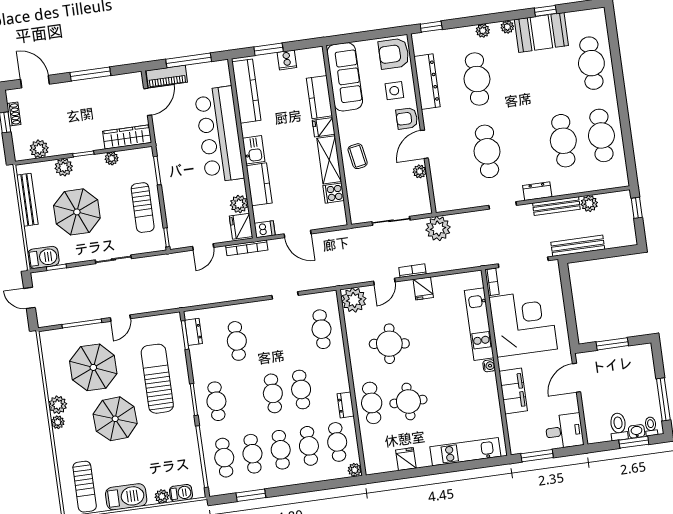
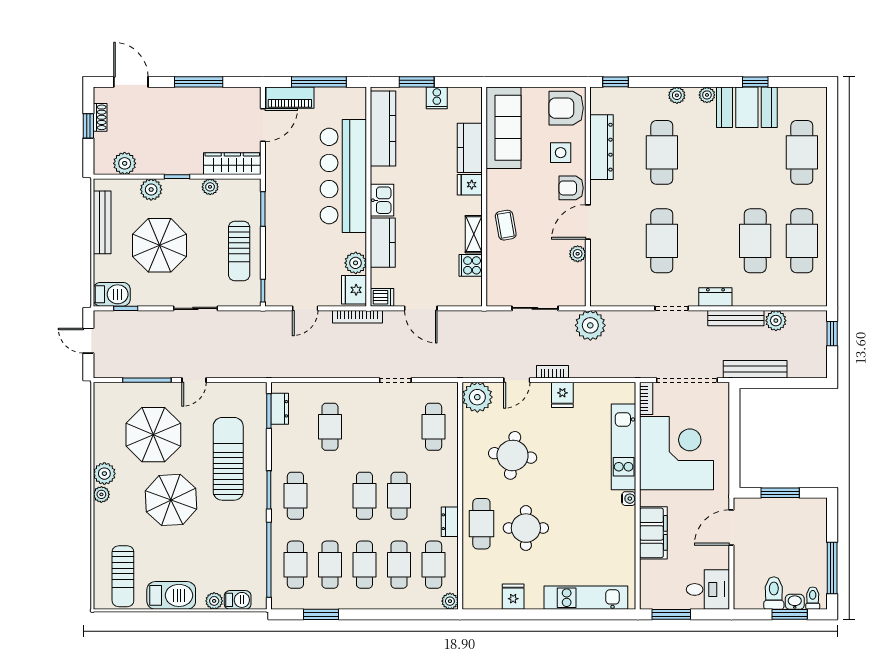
shelving: (329, 160) -> (474, 234), width x0.67, depth x0.75

